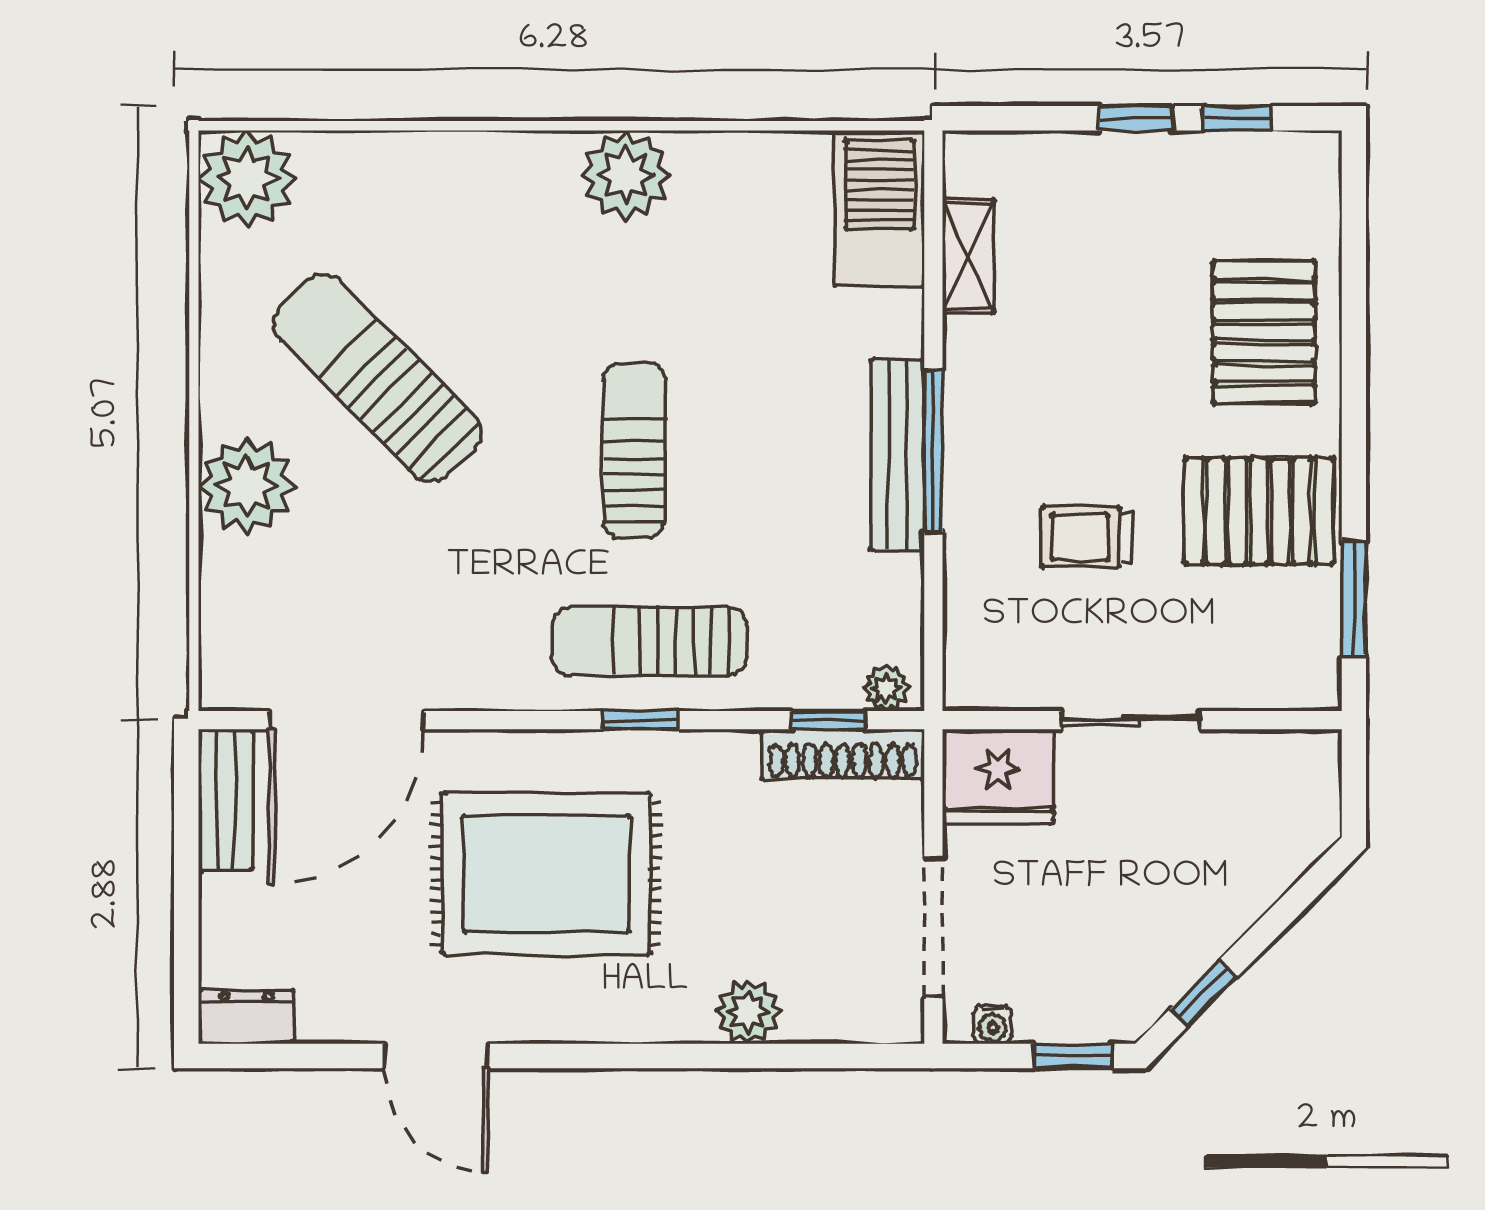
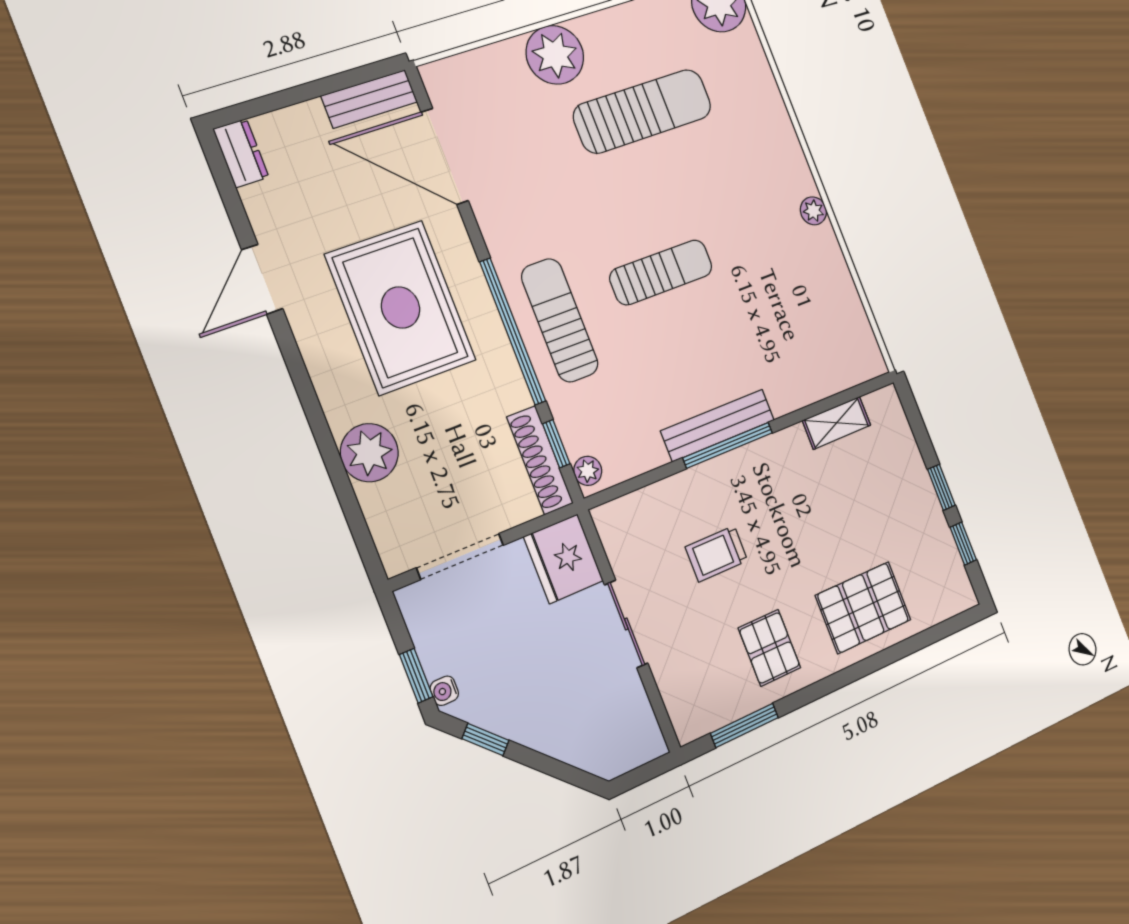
plant: (626, 175) -> (813, 211), width x0.53, depth x0.53
barbecue: (879, 209) -> (841, 363), removed
sun lounger: (377, 378) -> (643, 111), turned 45
pallet: (1259, 511) -> (769, 648), width x0.67, depth x0.71
trolley: (1087, 537) -> (717, 554), turned -90
window: (640, 720) -> (513, 331), width x3.17
plant: (748, 1012) -> (369, 453), width x1.36, depth x1.36
water cooler: (993, 1024) -> (444, 691), moved

